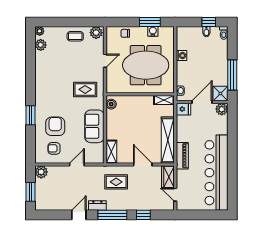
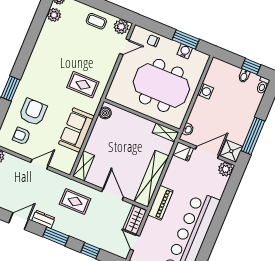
door: (105, 61) -> (124, 47), moved
window: (112, 215) -> (56, 236), width x0.69

